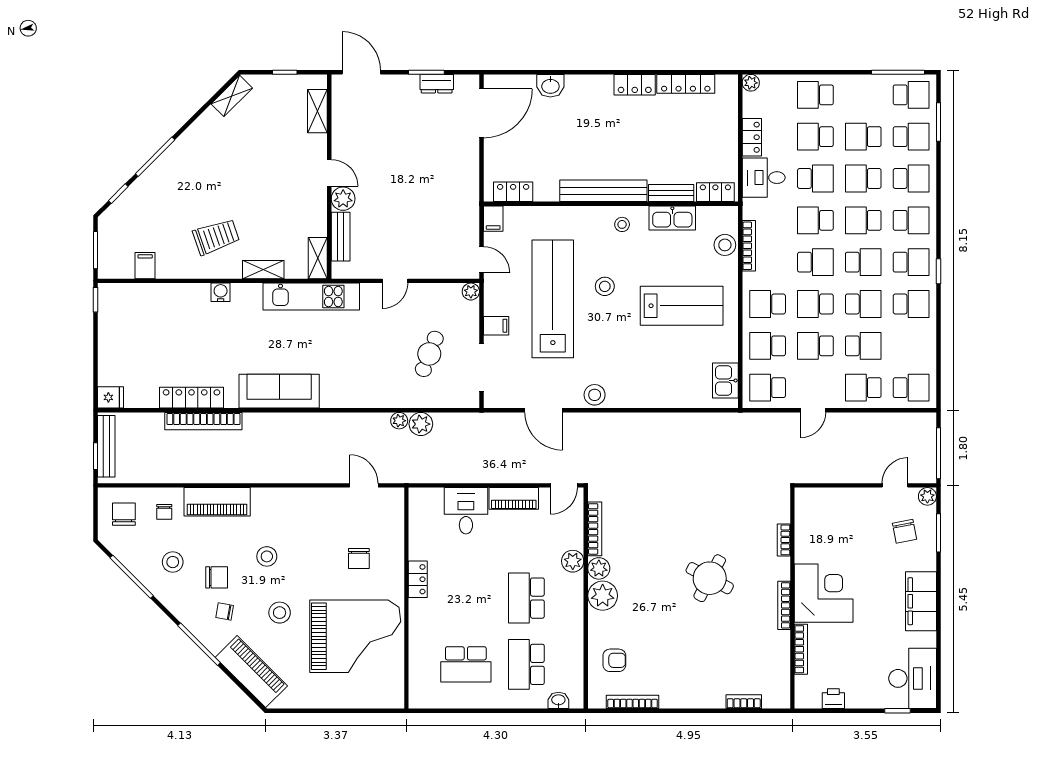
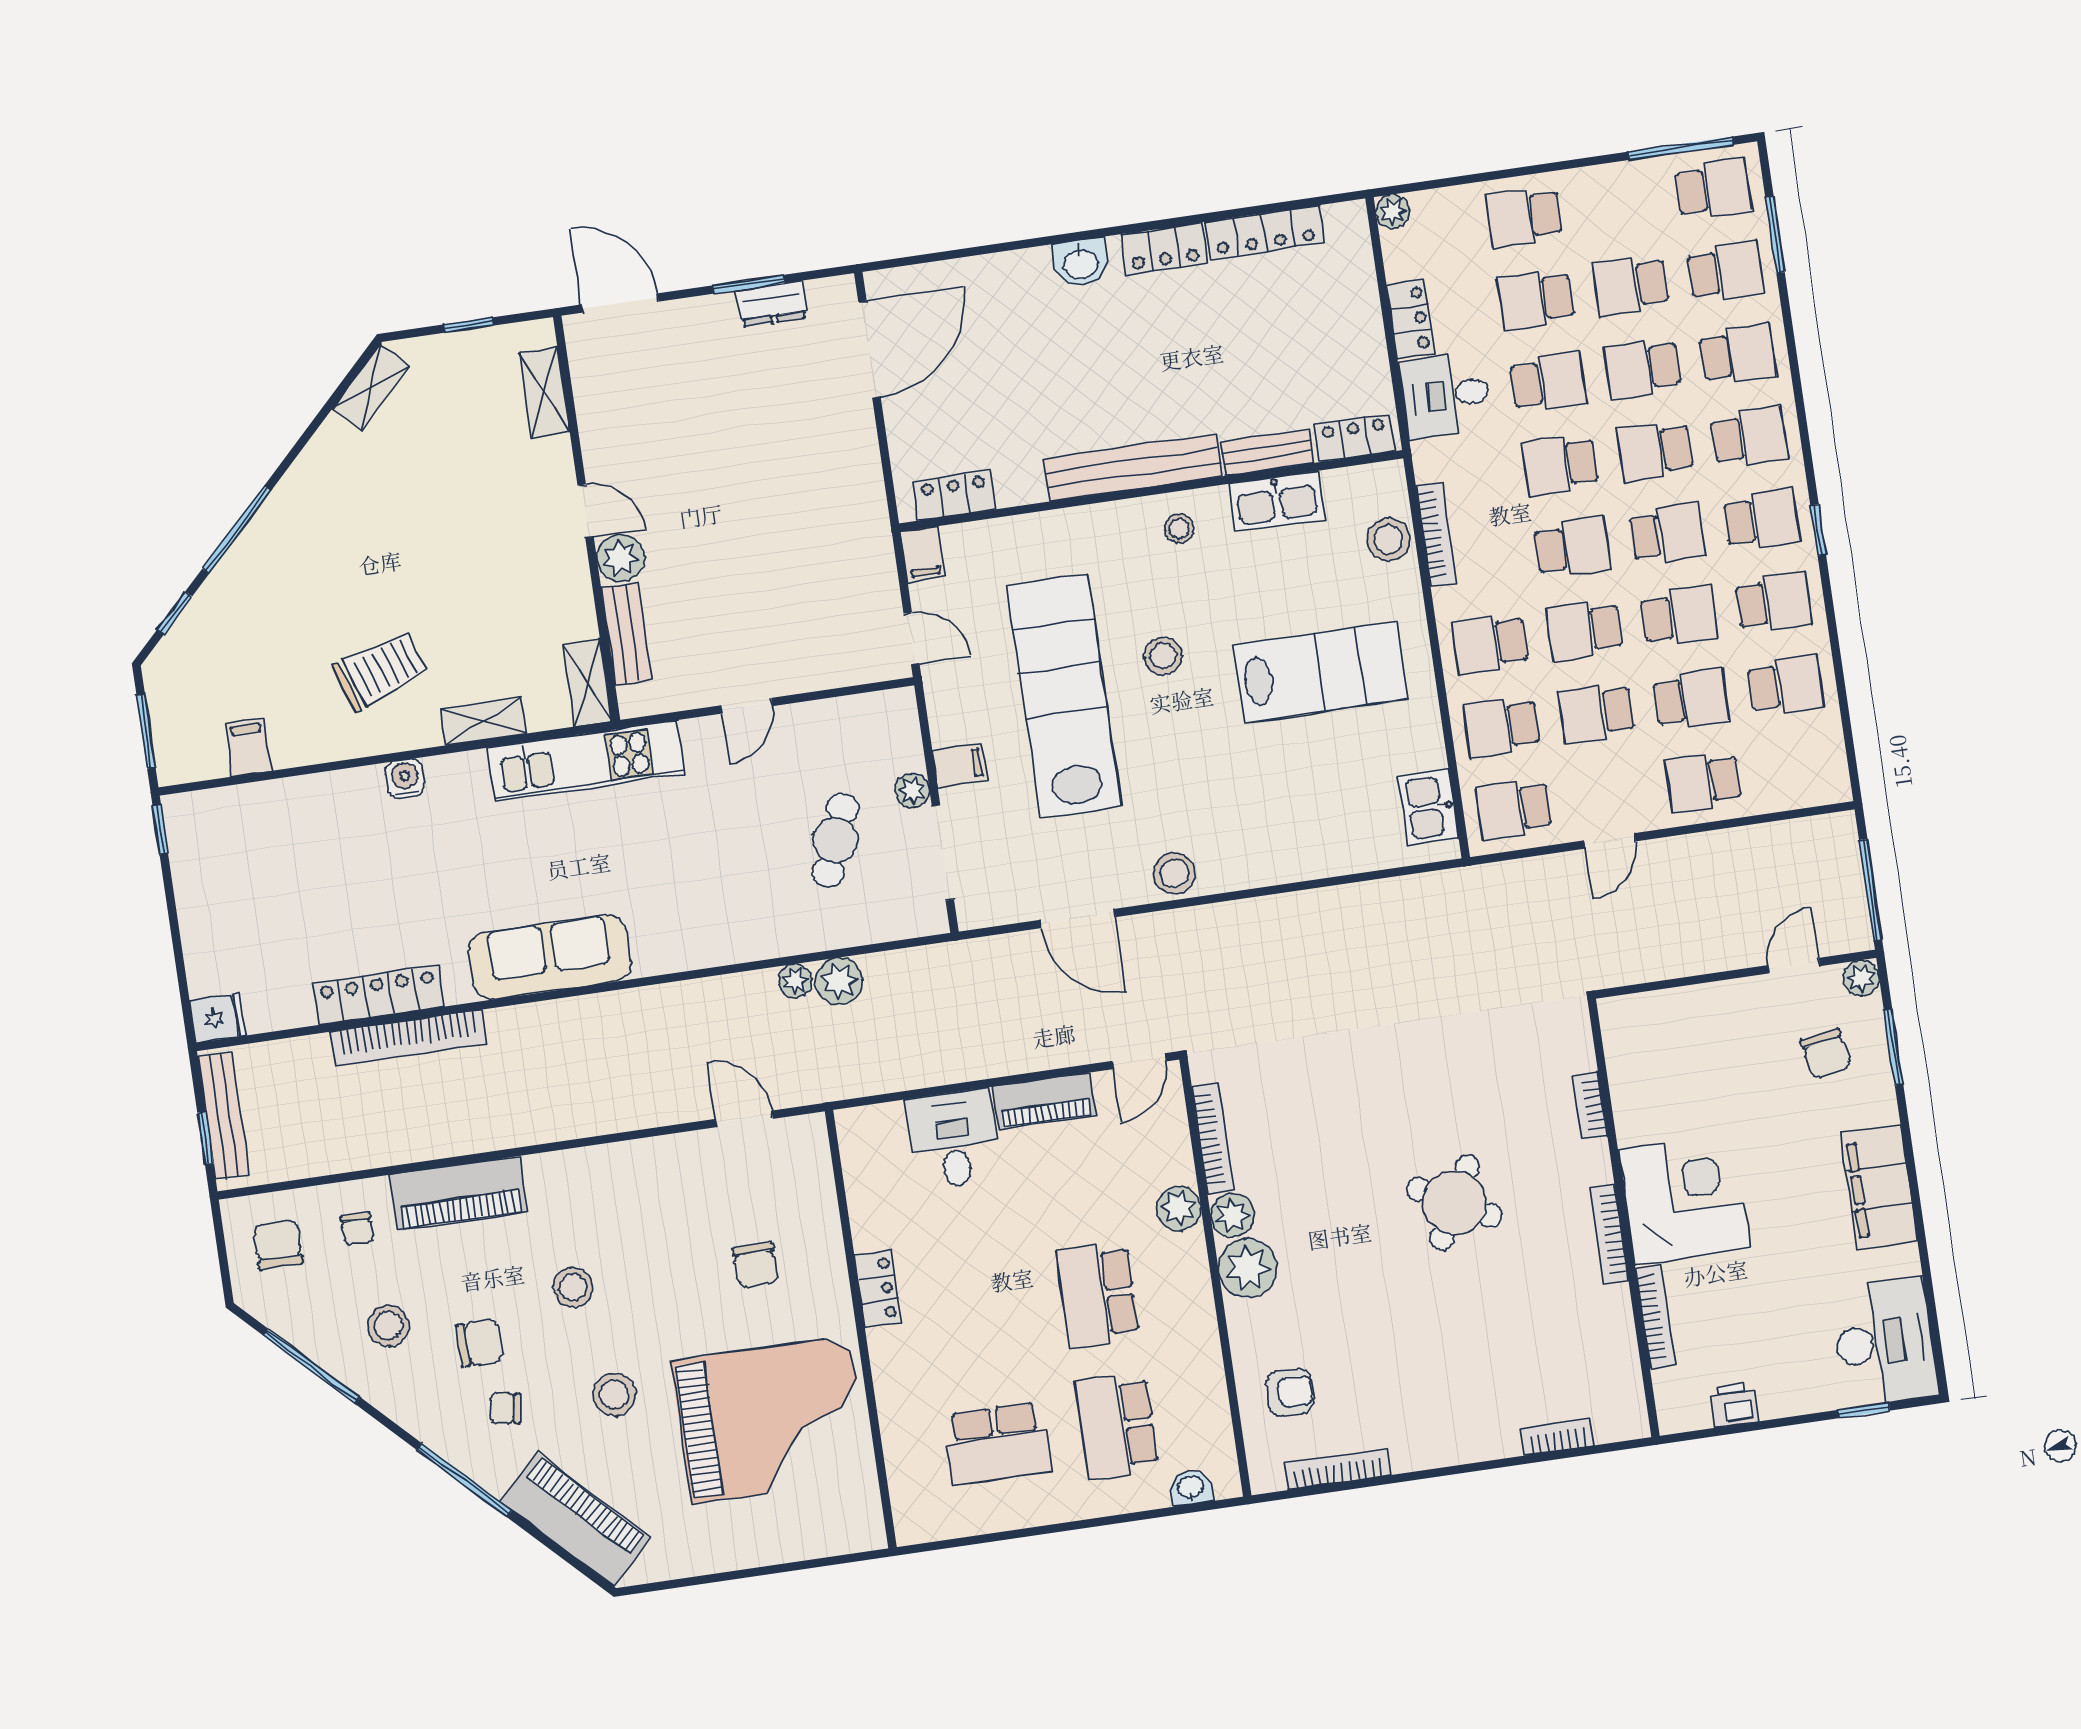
washbasin: (550, 86) -> (1081, 263), moved
plant: (471, 292) -> (912, 791), moved
school desk: (911, 388) -> (1786, 685), moved

